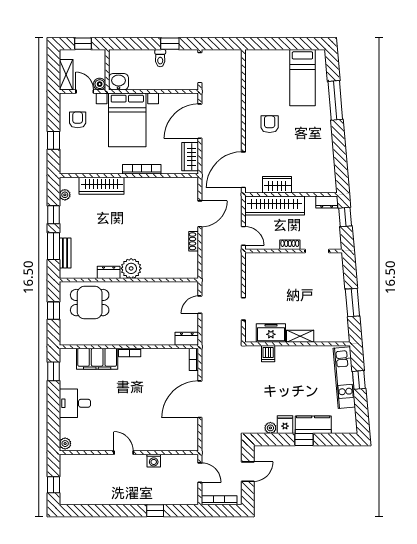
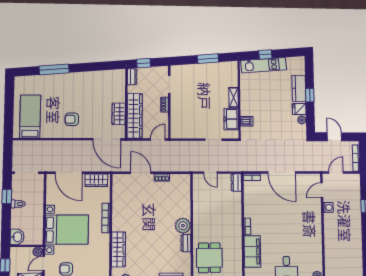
bed: (302, 78) -> (30, 116), moved, turned -90
washbasin: (119, 82) -> (17, 237), moved, turned 180
door: (124, 453) -> (322, 190), moved

